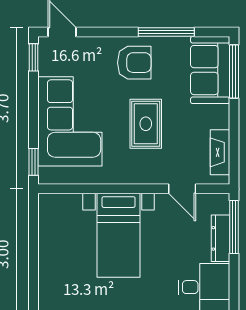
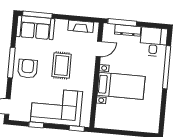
window: (166, 32) -> (11, 63), moved
window: (34, 57) -> (36, 125), moved
rug: (146, 124) -> (62, 65), turned 90

